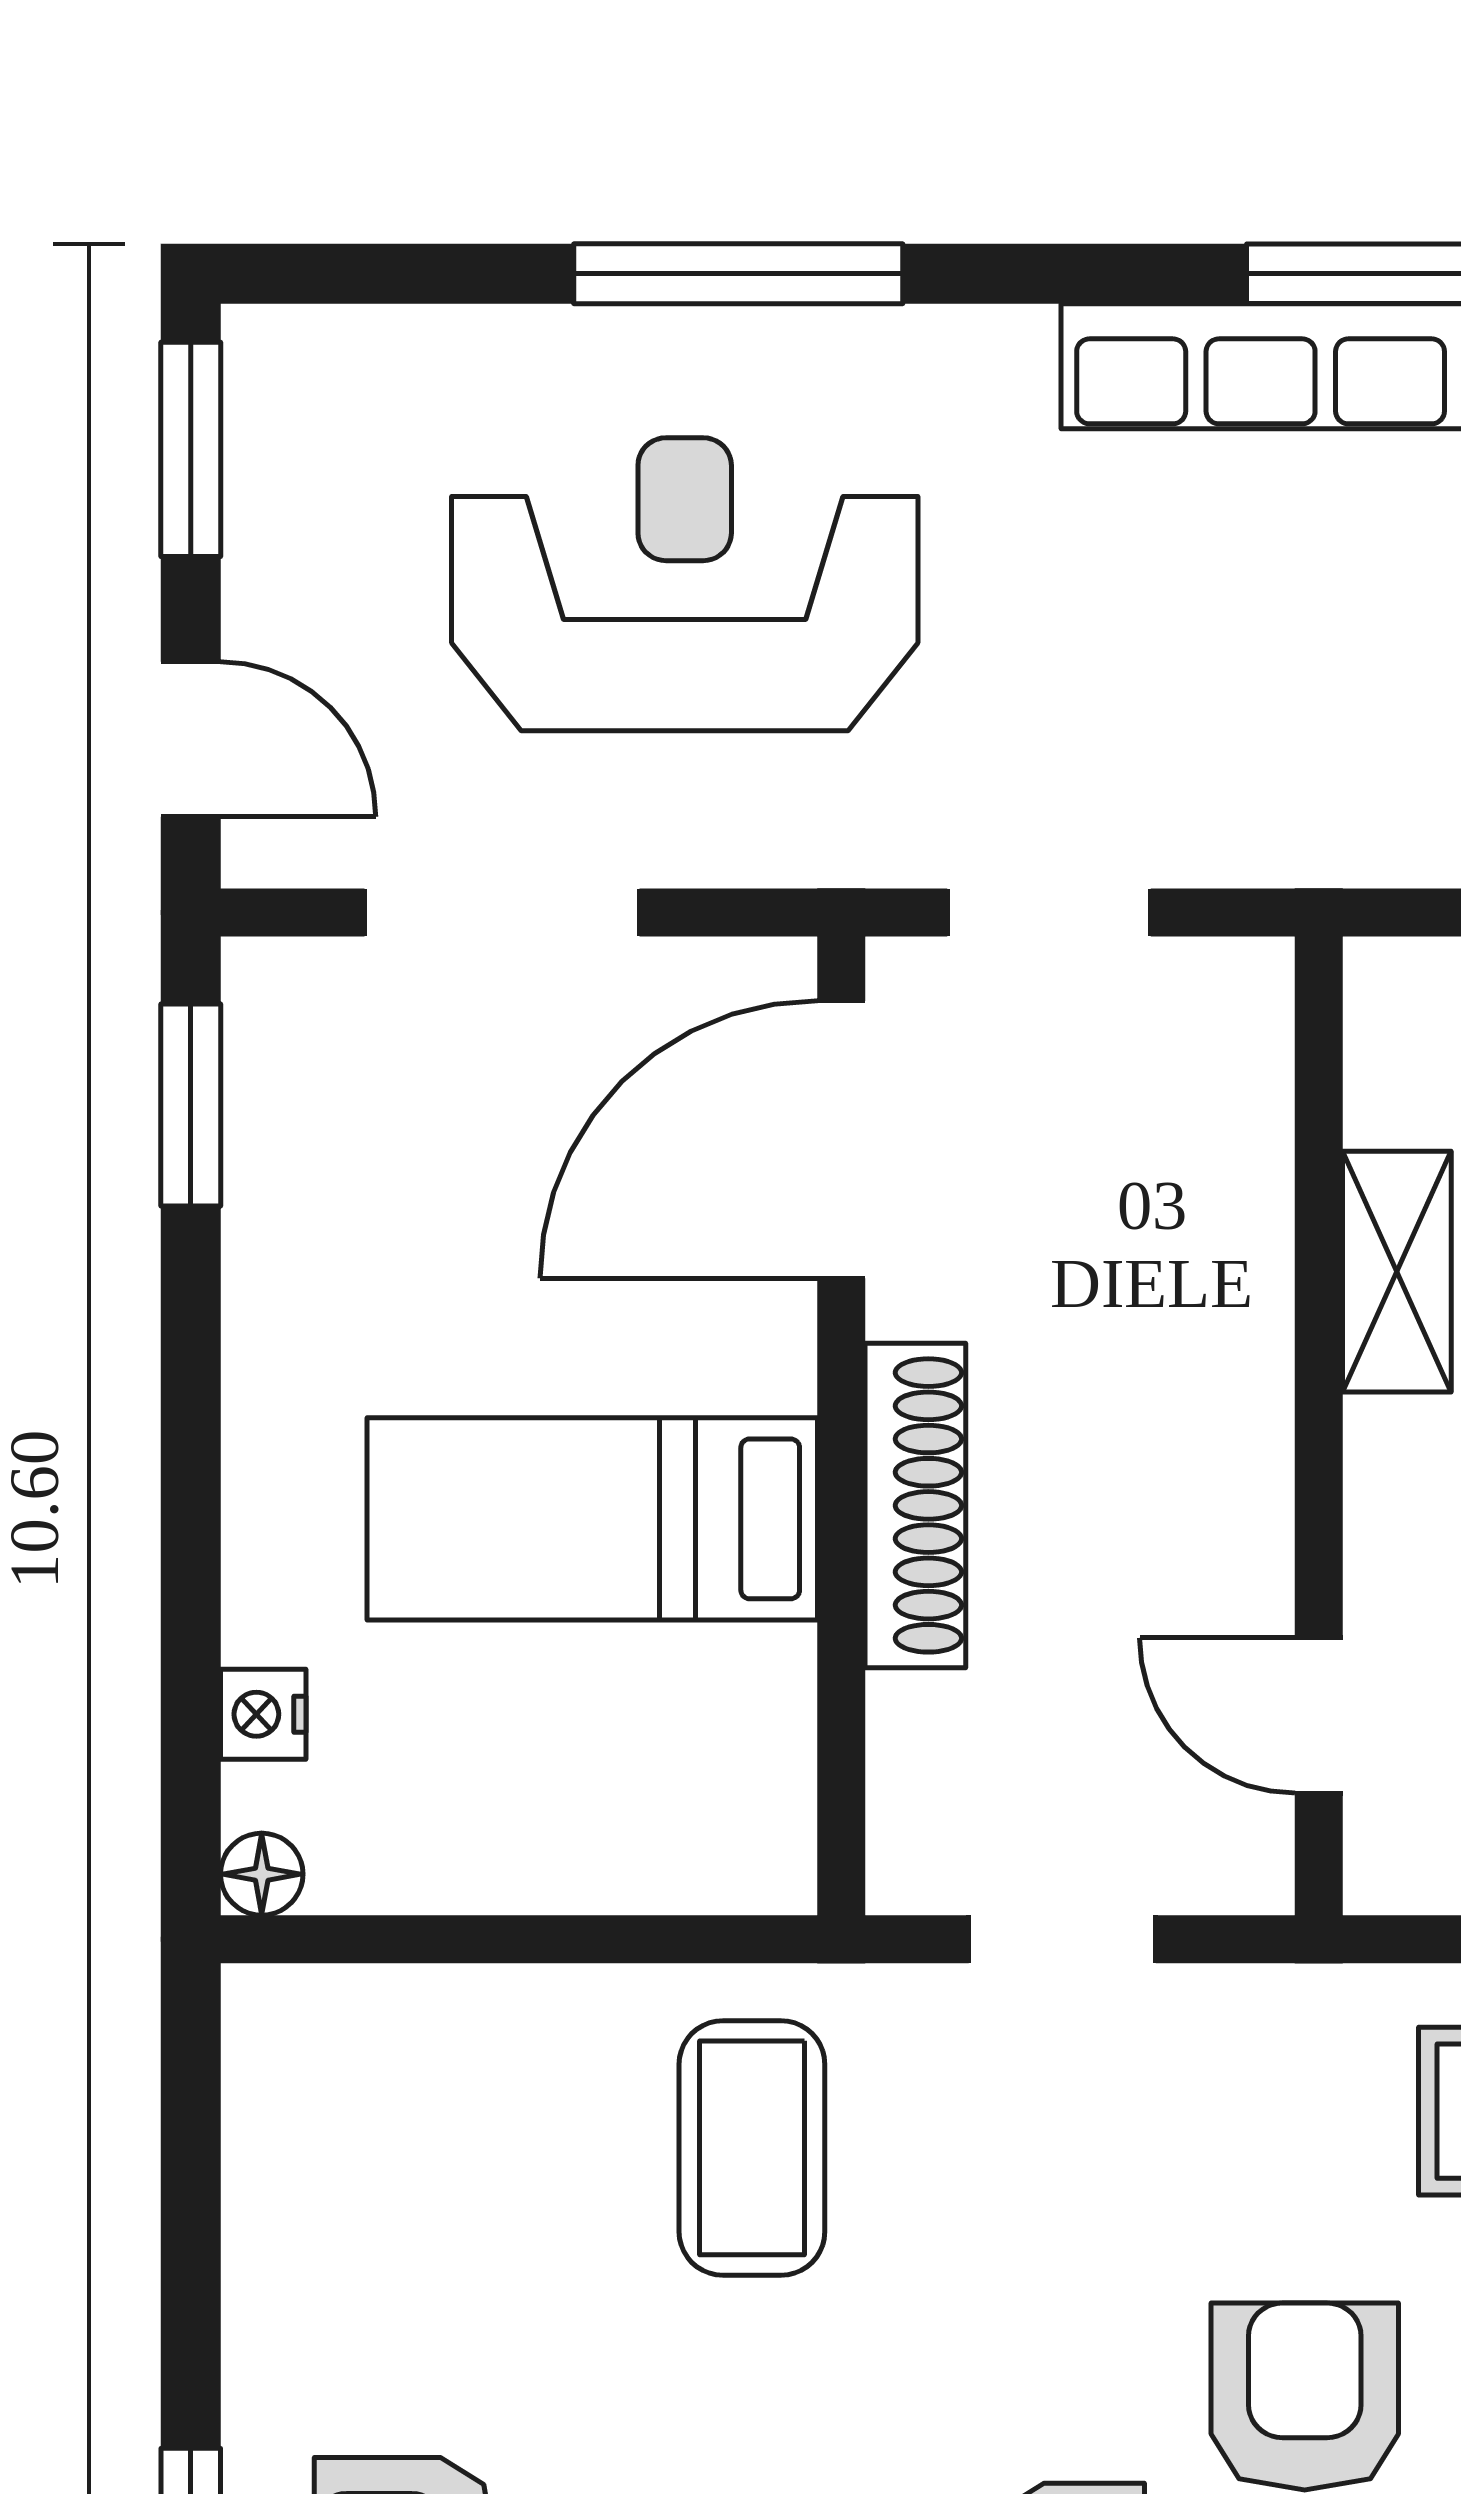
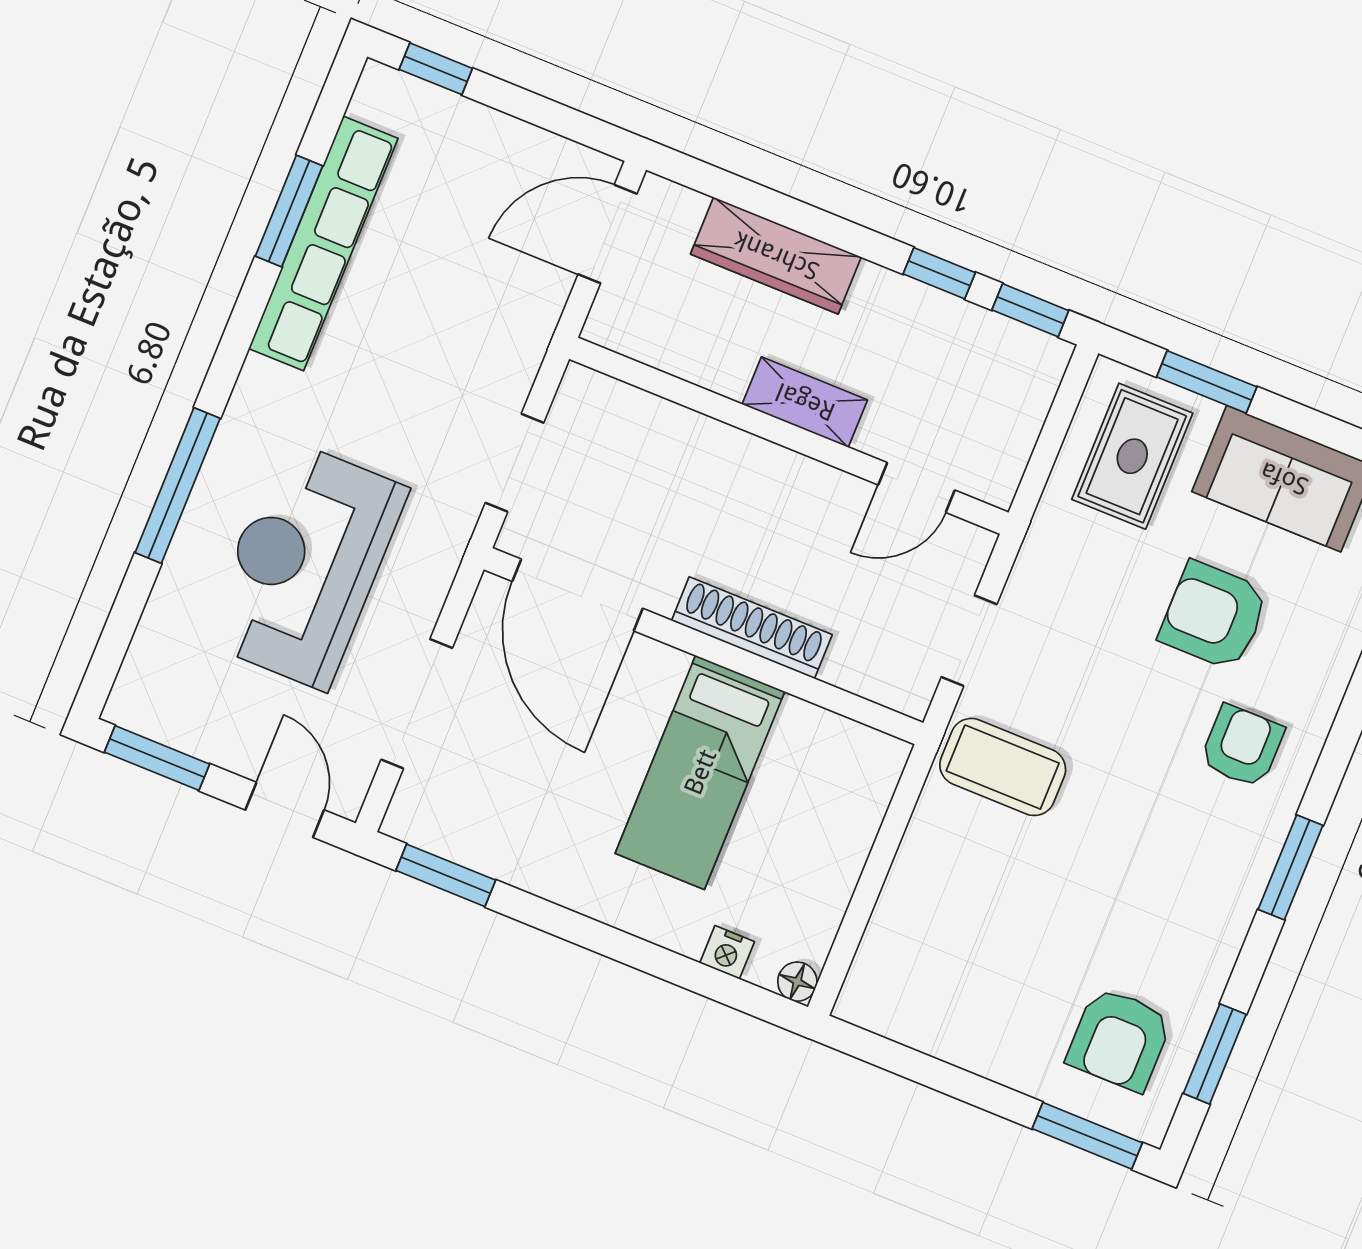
door: (191, 739) -> (285, 810), hinge flipped
shelving: (1397, 1272) -> (805, 402), moved
coffee table: (752, 2148) -> (1003, 767), moved

